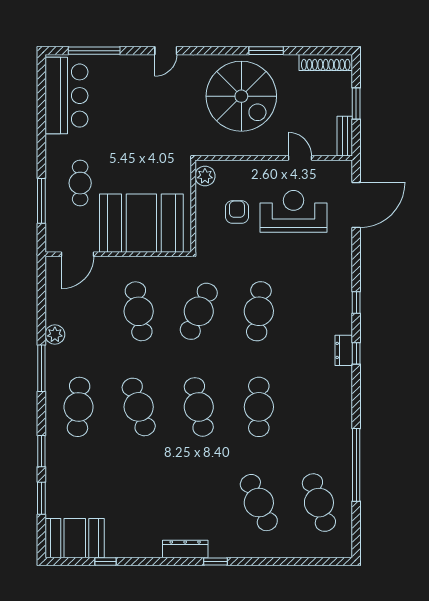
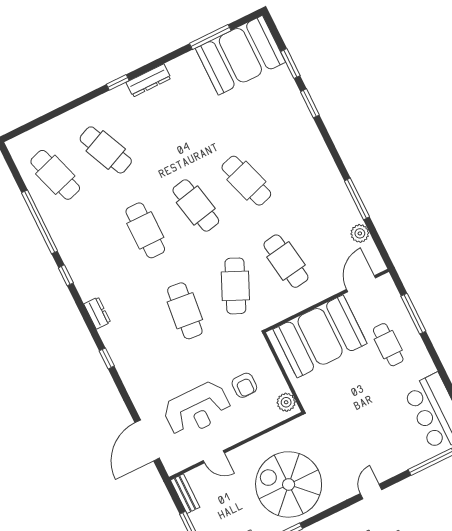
plant: (55, 334) -> (360, 233), moved
window: (356, 353) -> (66, 275), moved
window: (41, 368) -> (357, 199), moved
cafe table: (79, 407) -> (297, 156), removed
booth: (75, 538) -> (240, 55), width x1.36, depth x1.42
window: (106, 562) -> (210, 37), width x2.17

